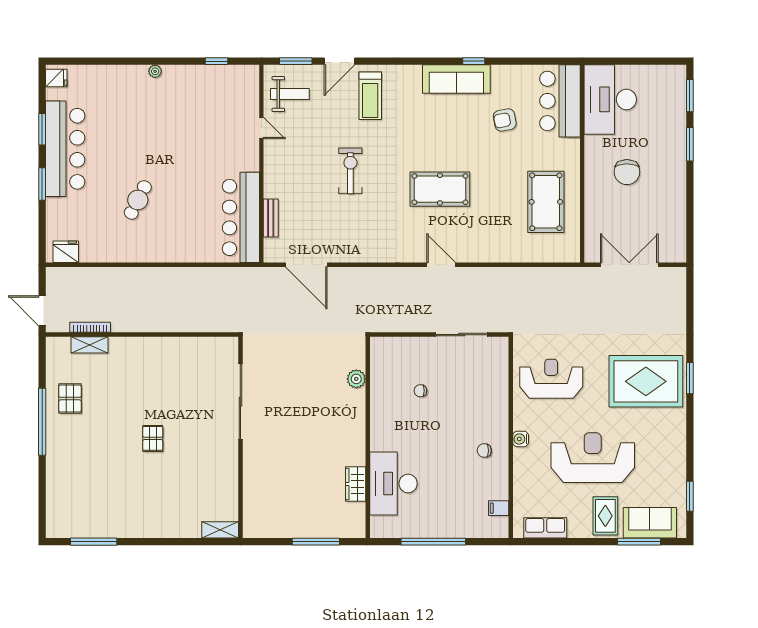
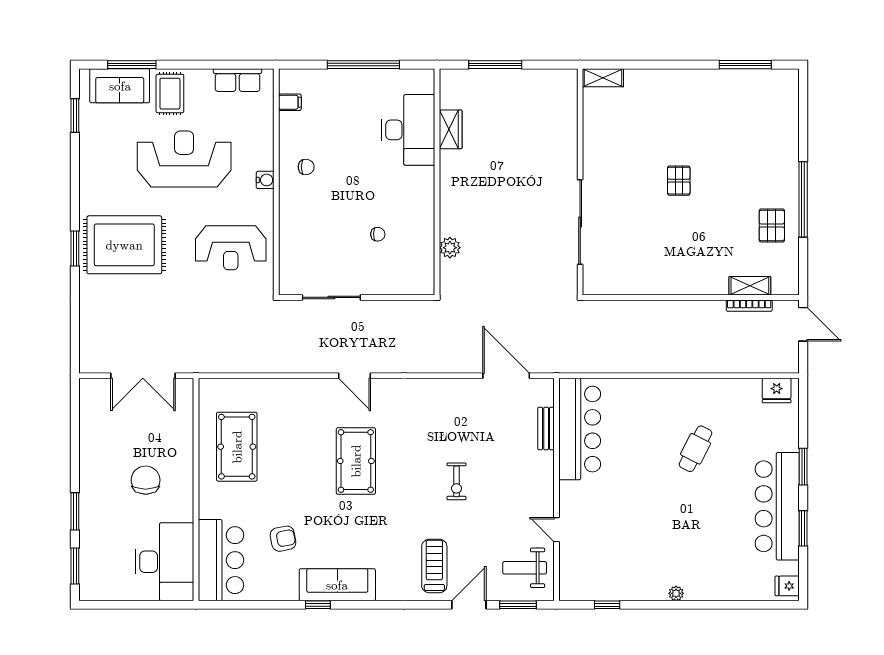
exercise bike: (350, 171) -> (456, 481), width x0.73, depth x0.72
pool table: (440, 189) -> (356, 461), turned 90
reception desk: (593, 458) -> (184, 159), turned 180

